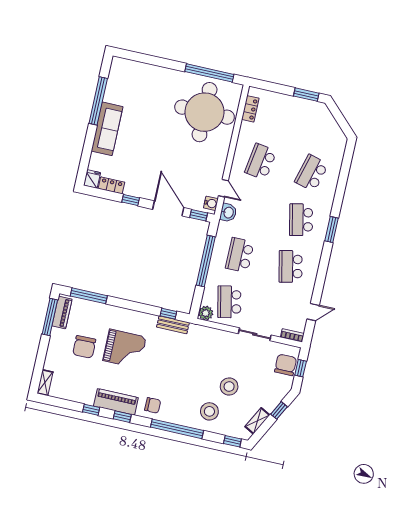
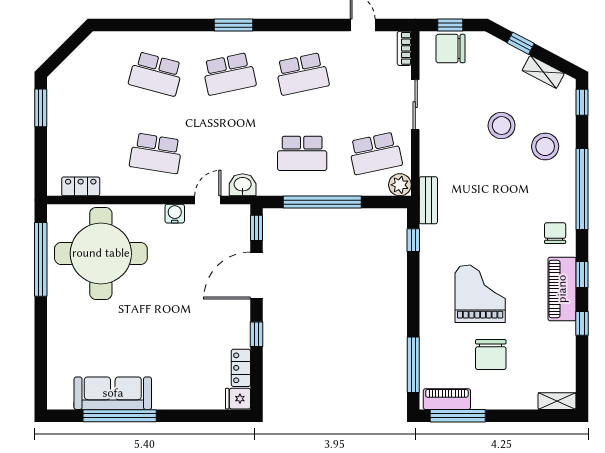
sofa: (107, 129) -> (113, 393), moved
water cooler: (211, 203) -> (175, 214), moved
bench: (173, 325) -> (428, 200), moved
chair: (84, 347) -> (491, 354), turned 91

